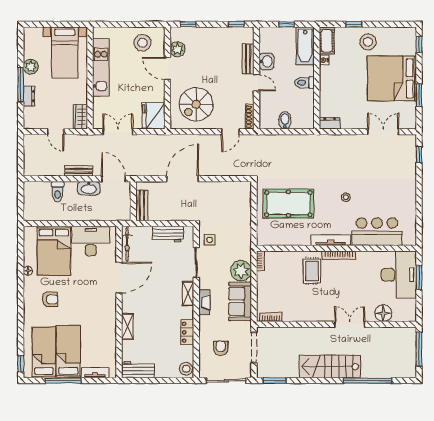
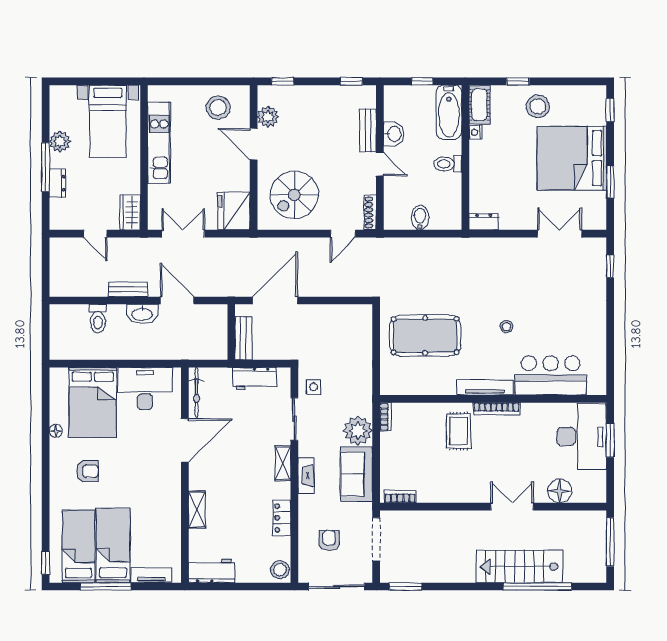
wall: (133, 201) -> (231, 332), moved
bench: (142, 205) -> (243, 338), moved
stairs: (330, 366) -> (519, 566), moved

